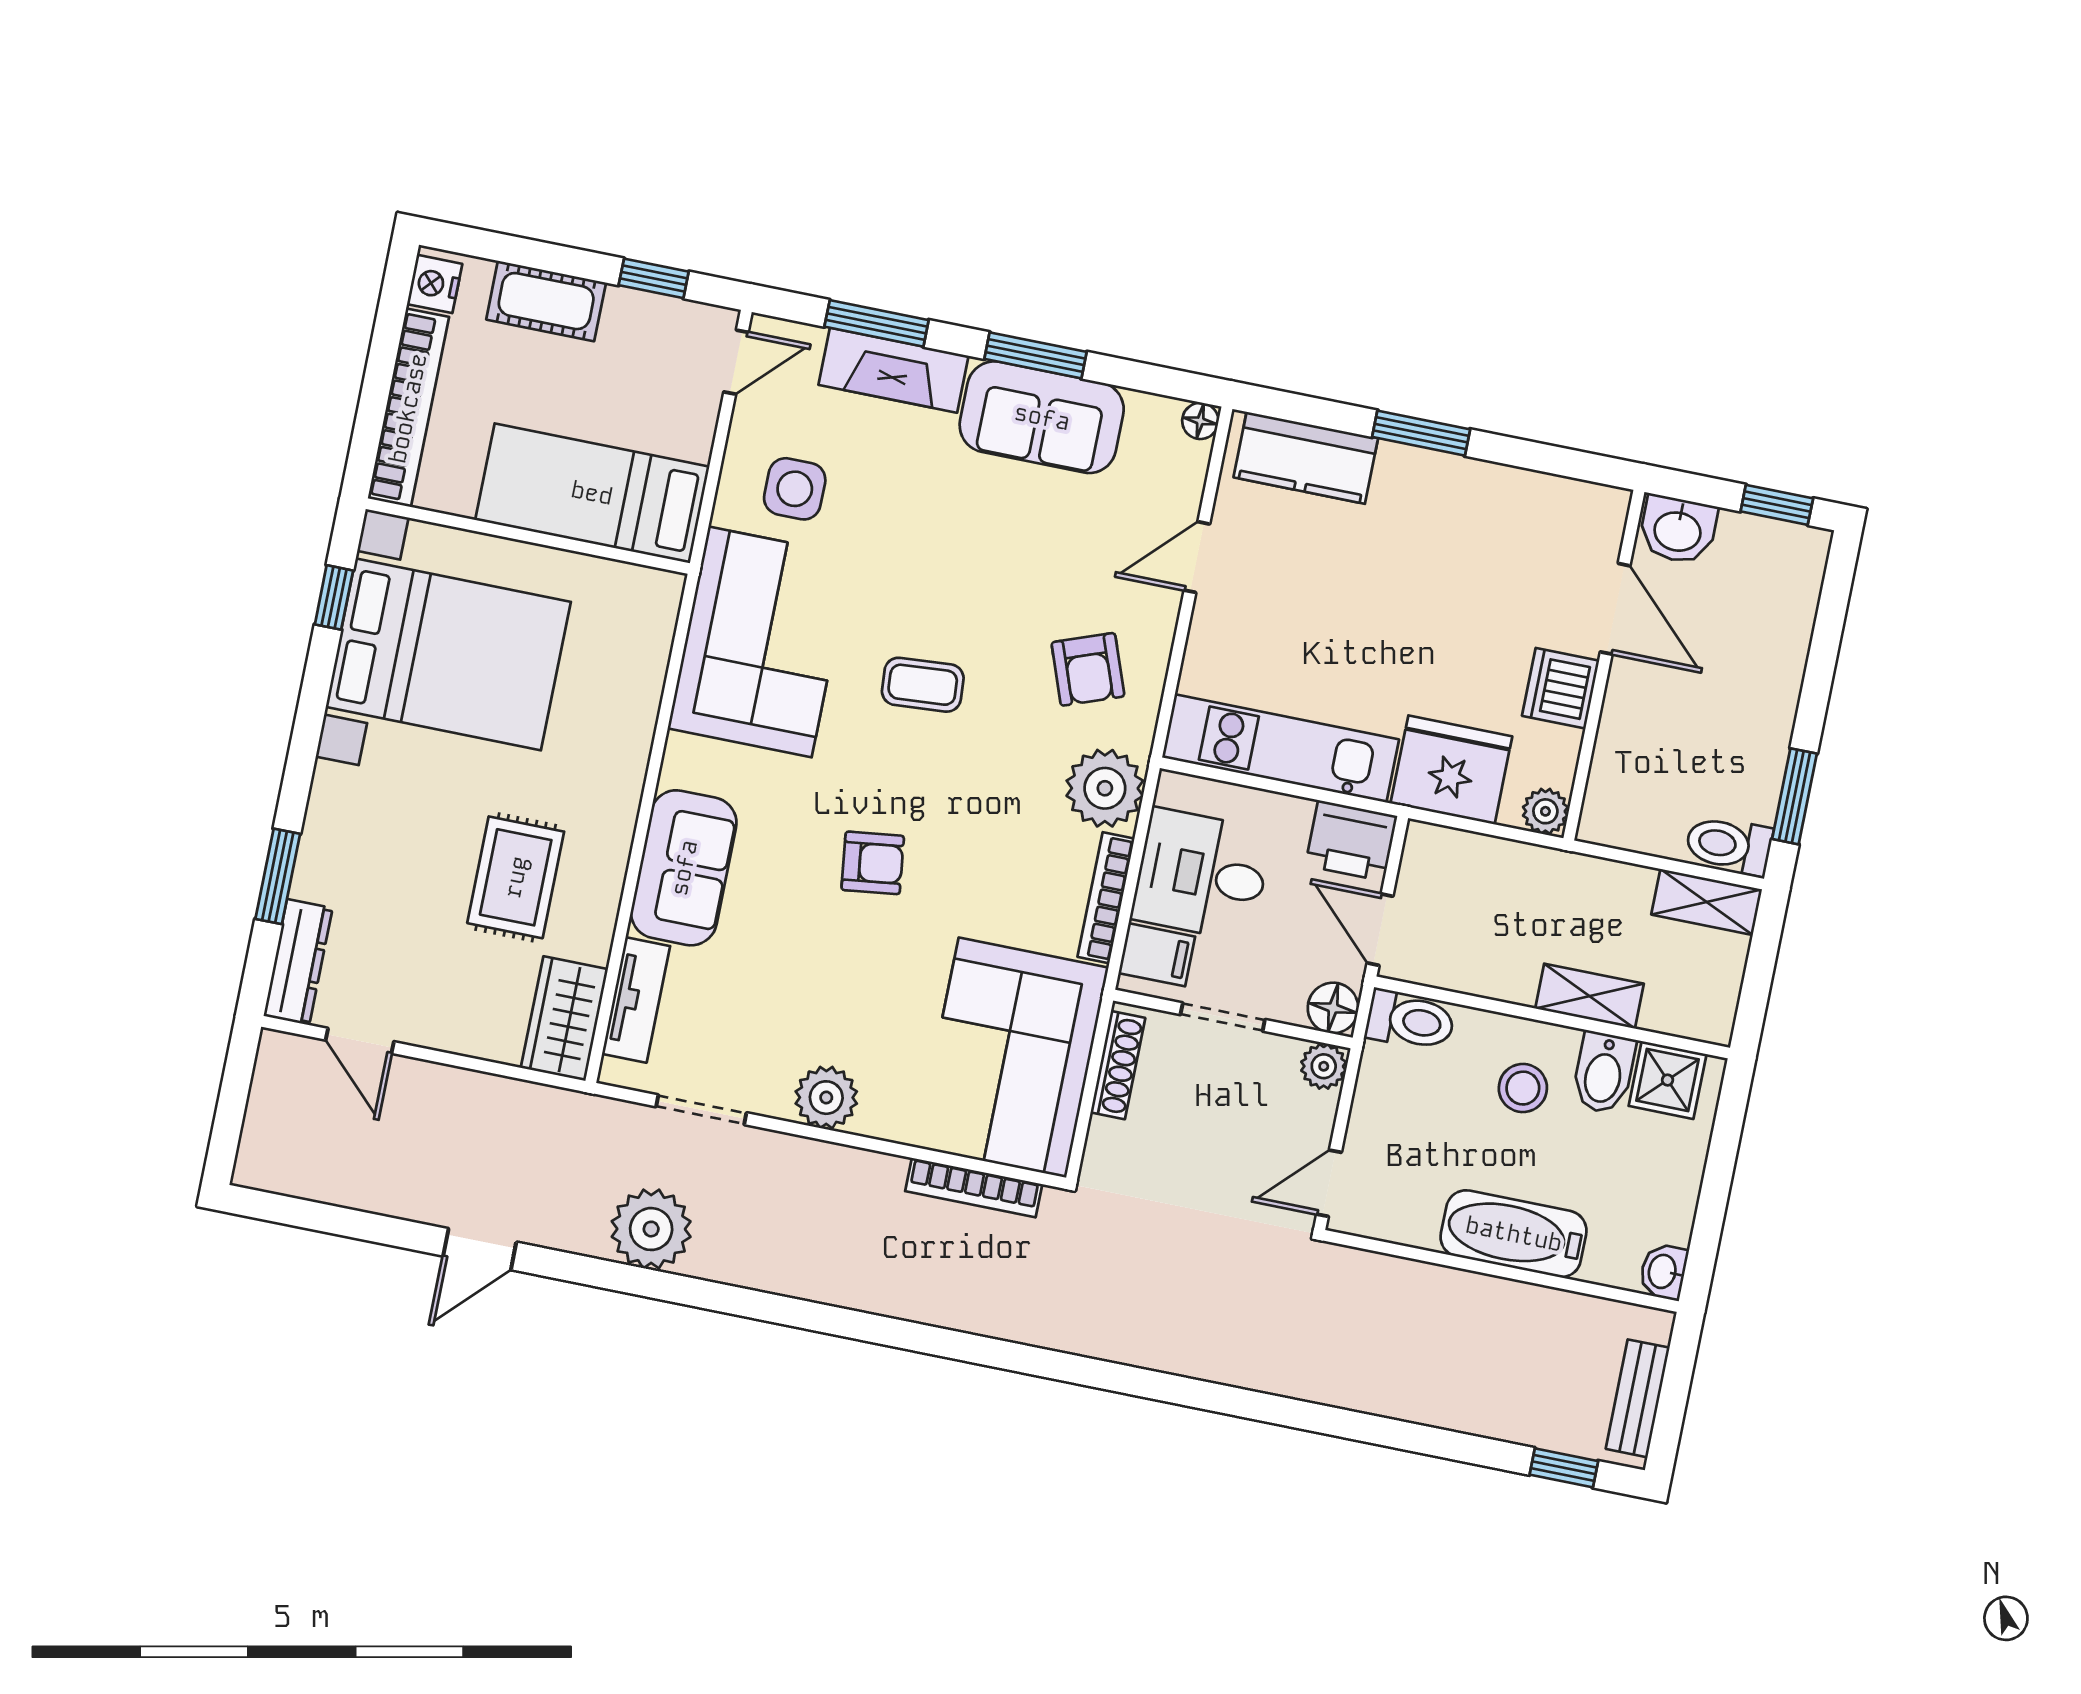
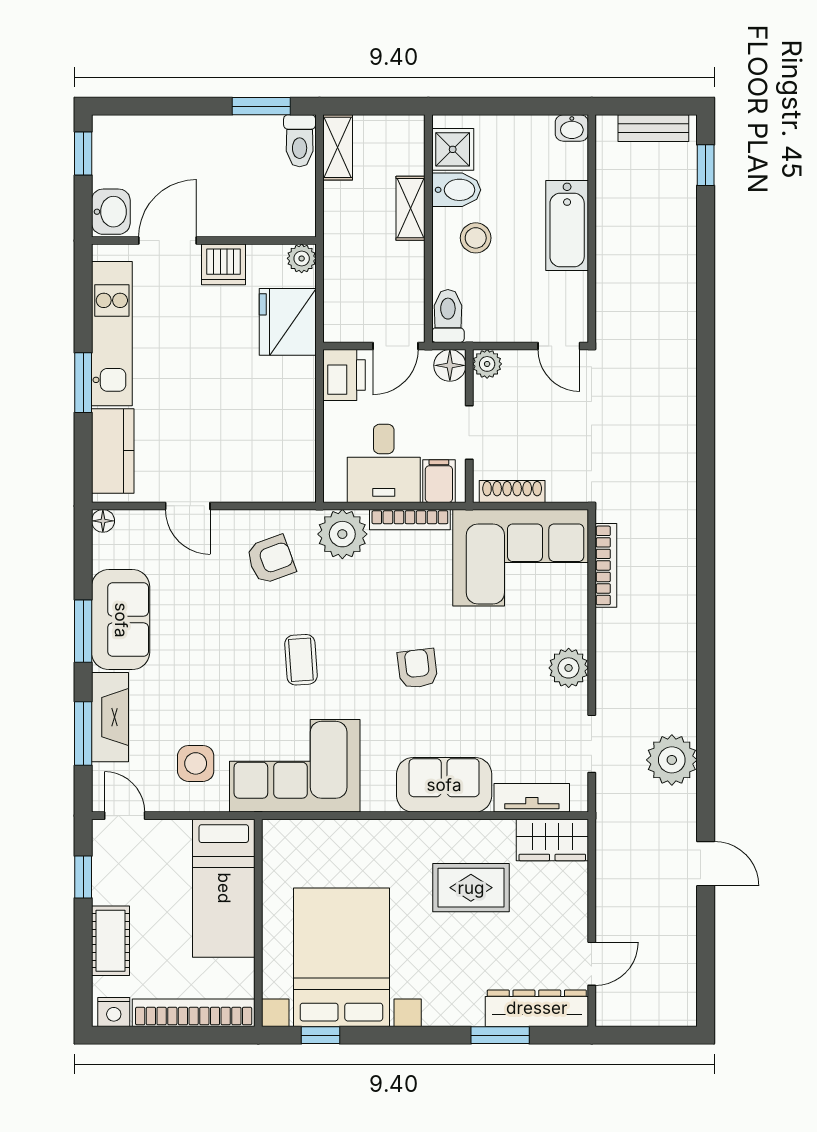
kitchen unit: (1280, 748) -> (112, 334), moved, turned 180
dresser: (298, 962) -> (537, 1008), width x1.37, depth x1.24

